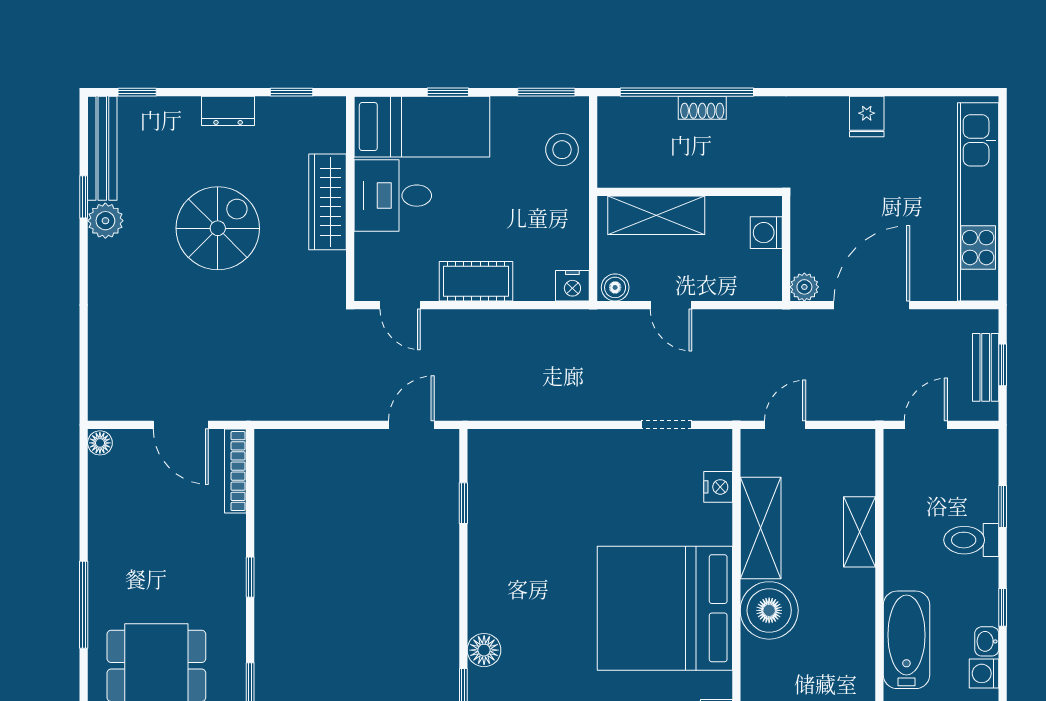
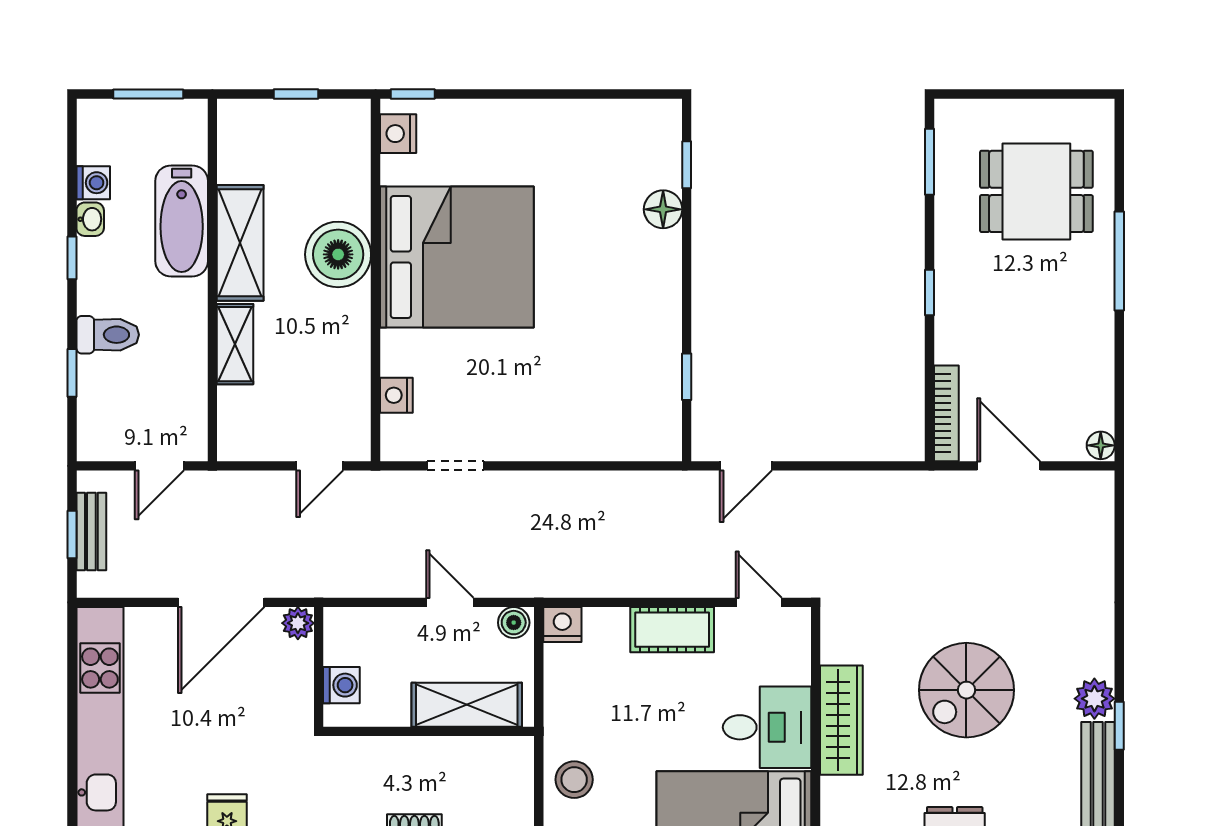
shelving: (761, 528) -> (240, 243), moved

